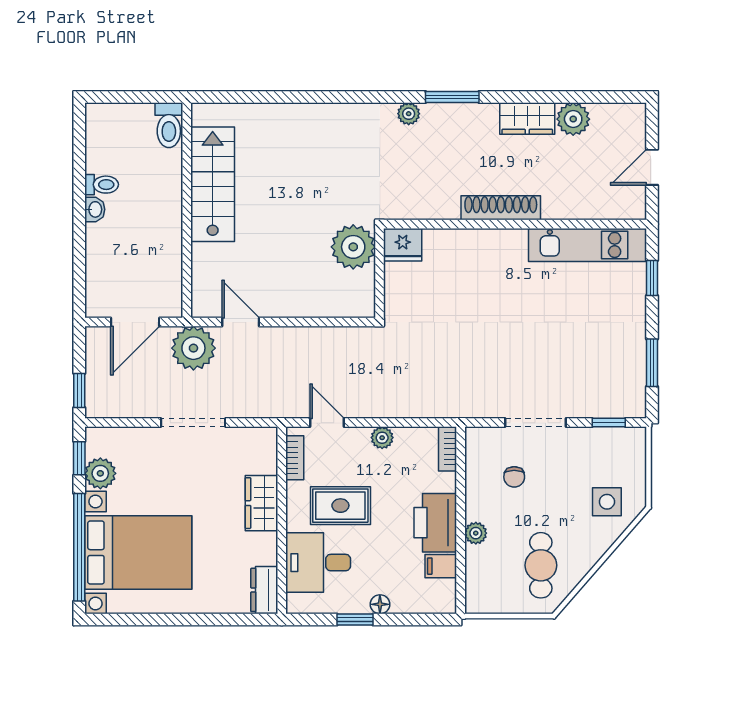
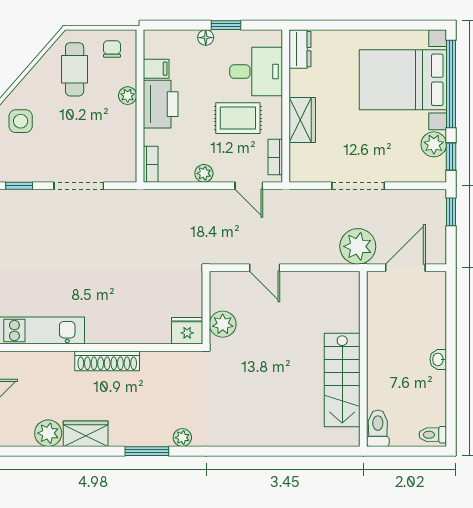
toilet: (102, 185) -> (433, 435), moved
plant: (353, 247) -> (223, 324), width x0.73, depth x0.73
door: (241, 322) -> (265, 268), moved
chair: (514, 477) -> (112, 49), moved

